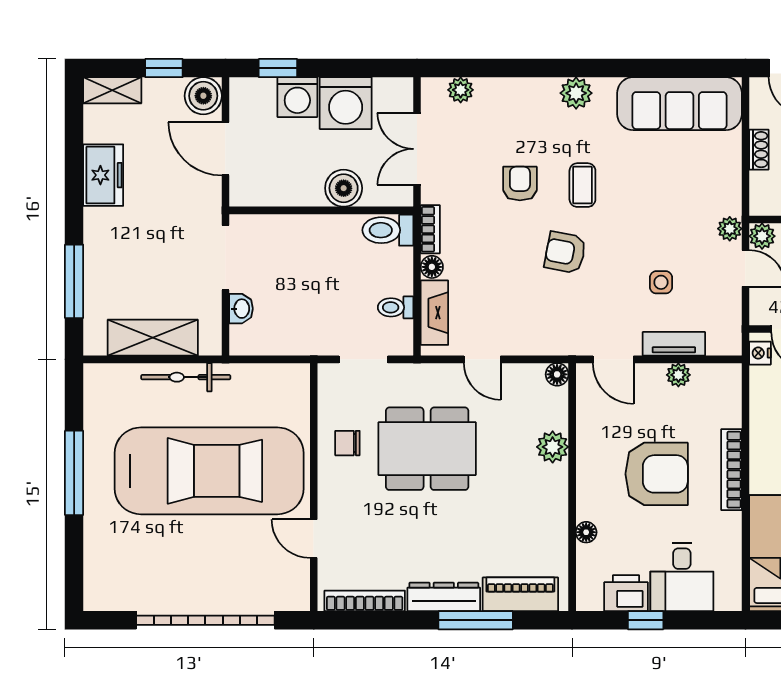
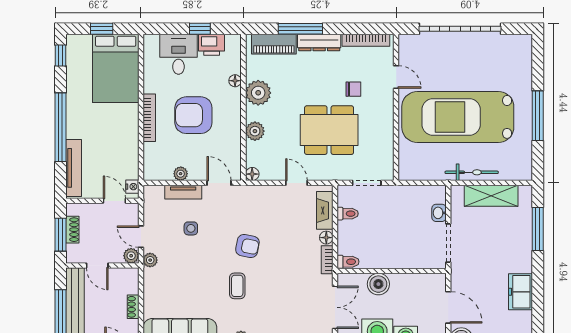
armchair: (520, 184) -> (274, 287), removed
toilet: (388, 230) -> (348, 262), width x0.73, depth x0.72
chair: (347, 443) -> (353, 89), moved
plant: (547, 512) -> (258, 93), added

